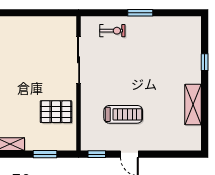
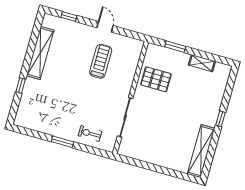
shelving: (193, 105) -> (40, 53), width x1.47
treadmill: (123, 114) -> (101, 61), turned 90
window: (97, 154) -> (69, 17), moved

